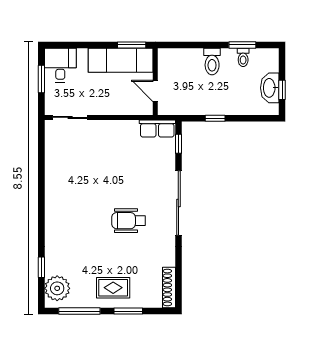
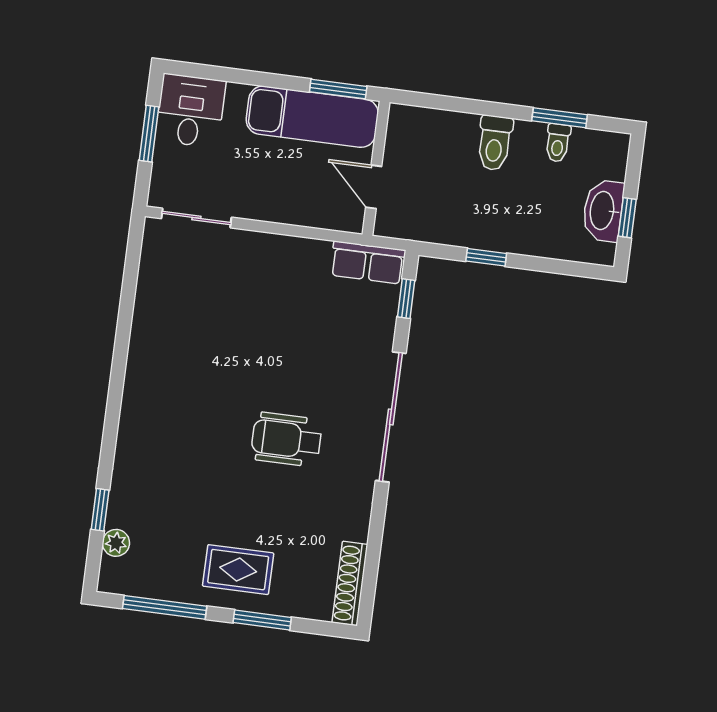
plant: (57, 288) -> (116, 543), width x0.53, depth x0.53

